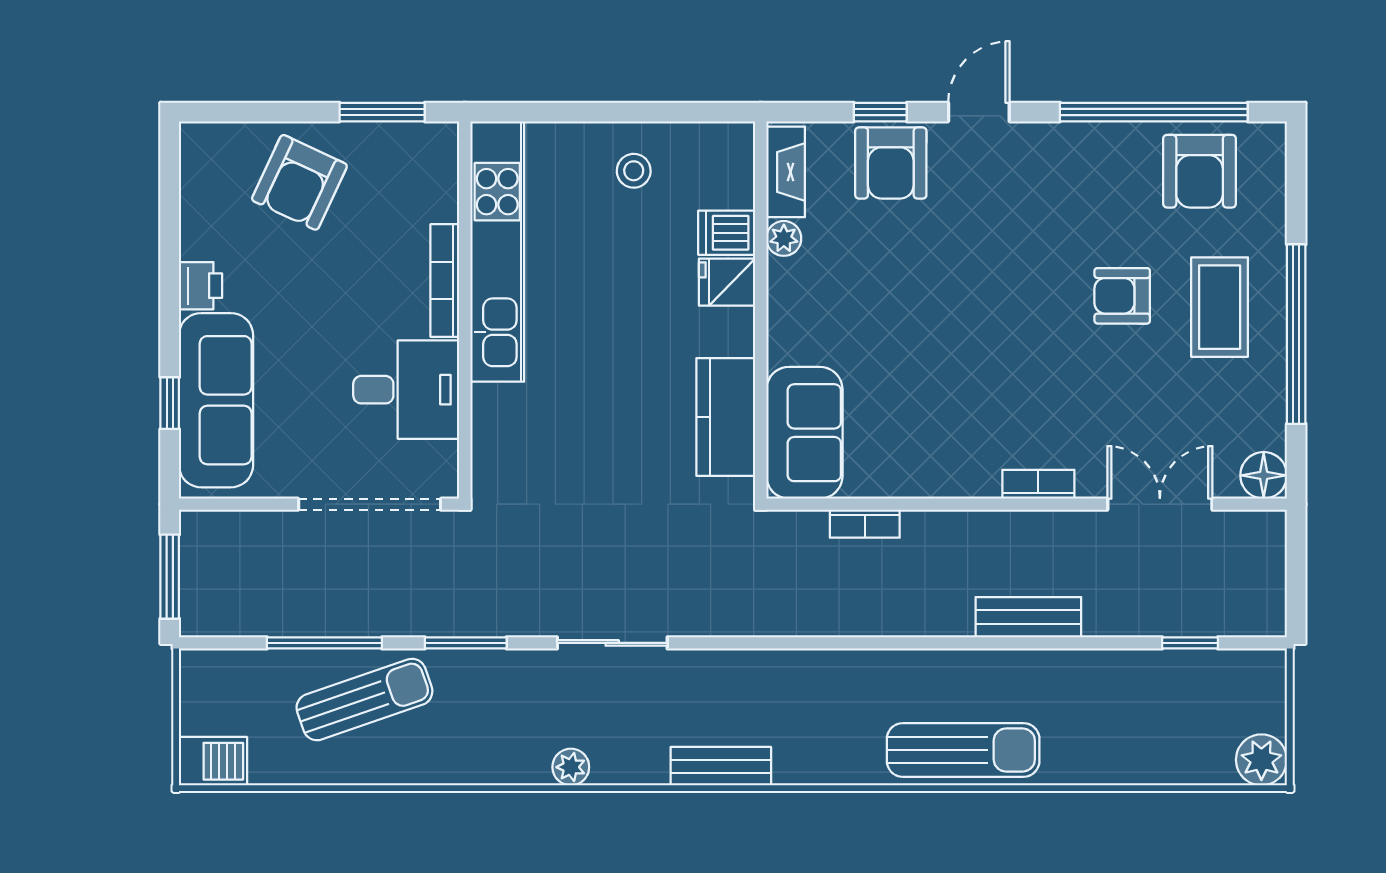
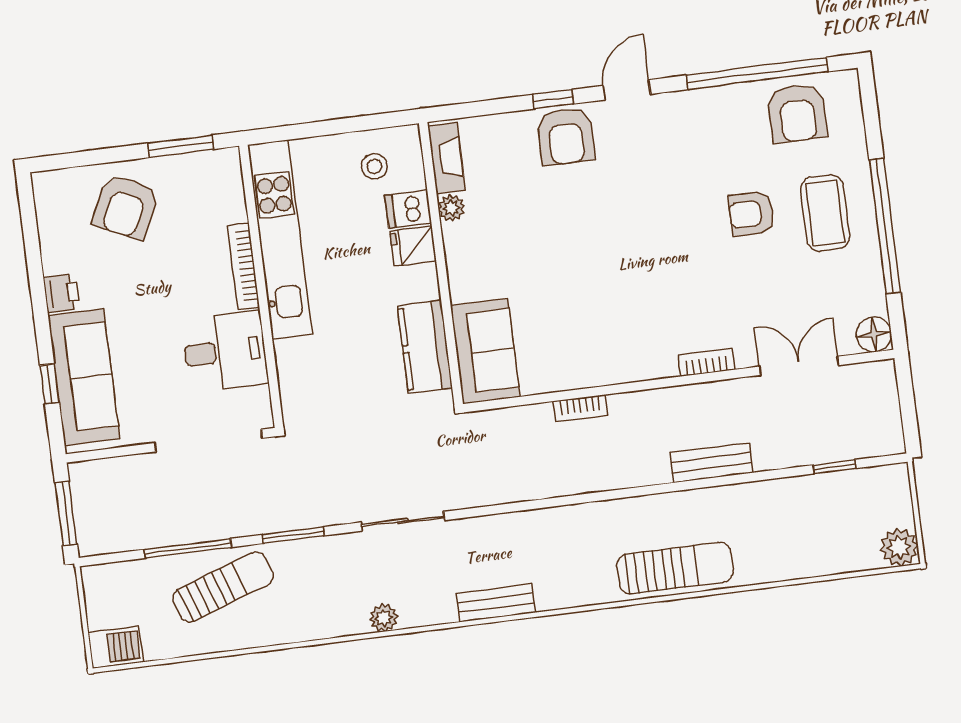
fireplace: (786, 172) -> (446, 158), moved
dishwasher: (727, 233) -> (408, 209), moved
plant: (784, 238) -> (451, 208), moved
fridge: (727, 282) -> (413, 246), moved
wall: (761, 310) -> (441, 264), moved
kitchen counter: (726, 417) -> (425, 347), moved
sofa: (804, 433) -> (485, 351), moved

